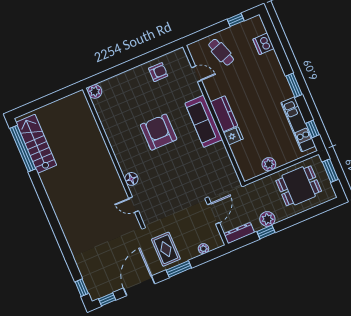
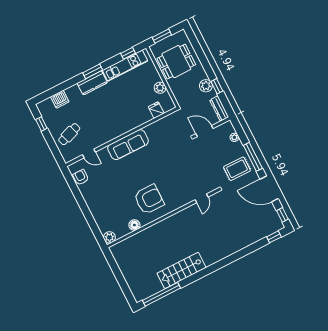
armchair: (158, 72) -> (81, 177), moved
door: (197, 74) -> (89, 153), swing flipped
kitchen counter: (224, 114) -> (92, 83), moved, turned 180
armchair: (159, 132) -> (149, 199), moved, turned 180
fridge: (233, 136) -> (156, 110), moved
stairs: (36, 144) -> (182, 270), moved
floor lamp: (131, 179) -> (134, 225), moved
dining table: (299, 186) -> (176, 62), turned 90
window: (179, 269) -> (253, 157), width x1.44

